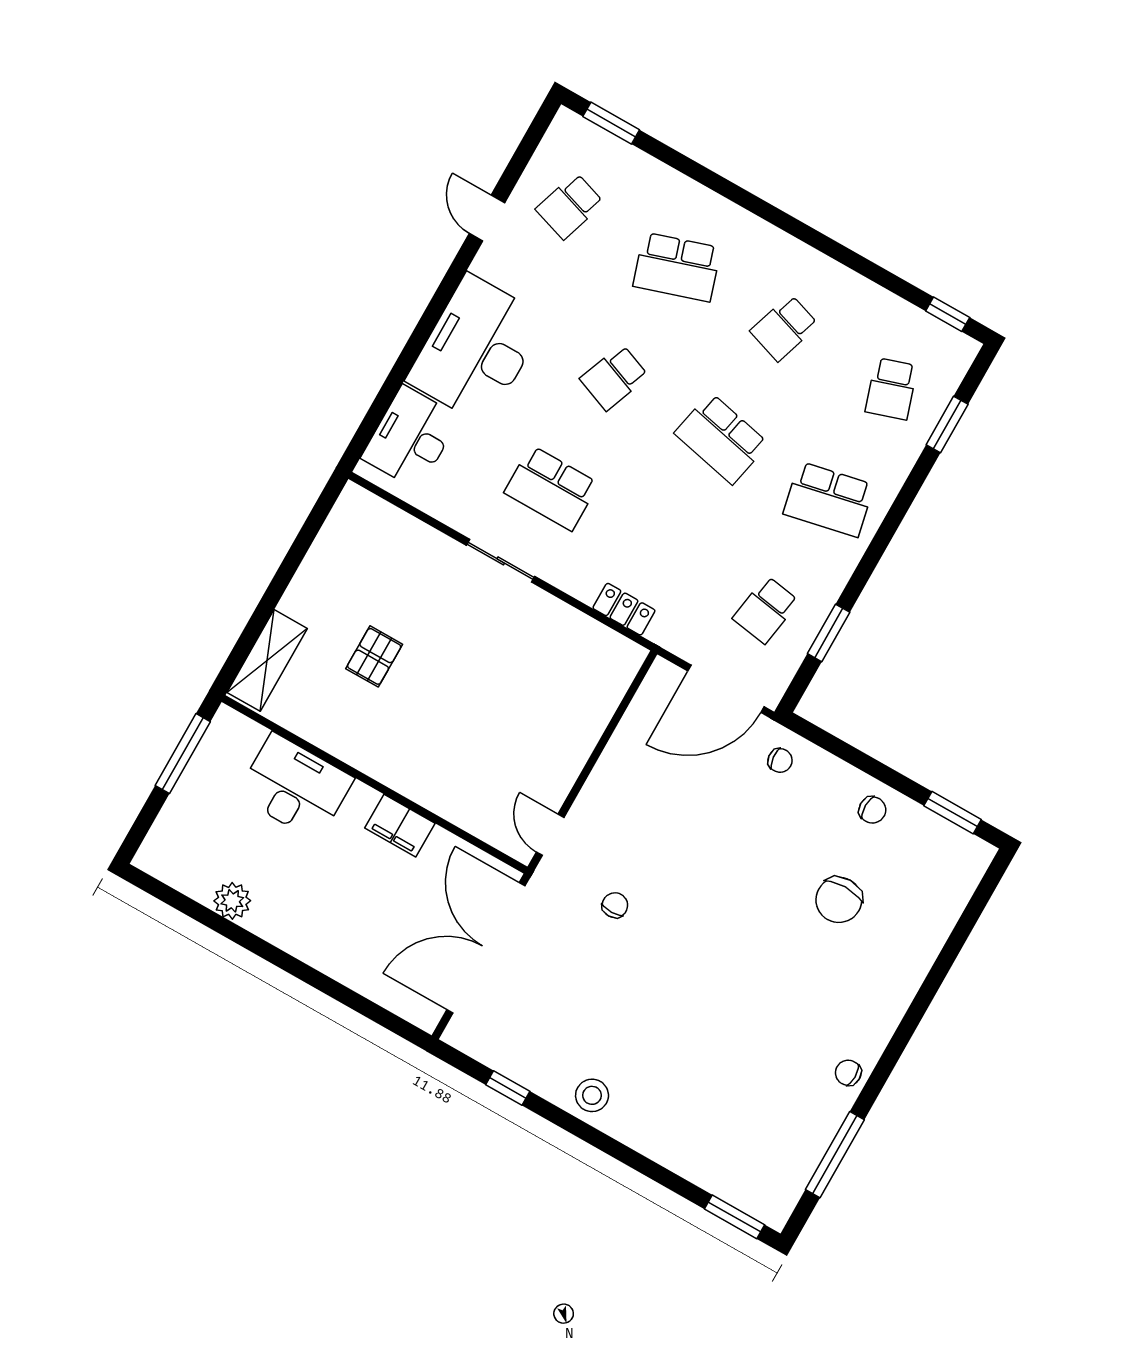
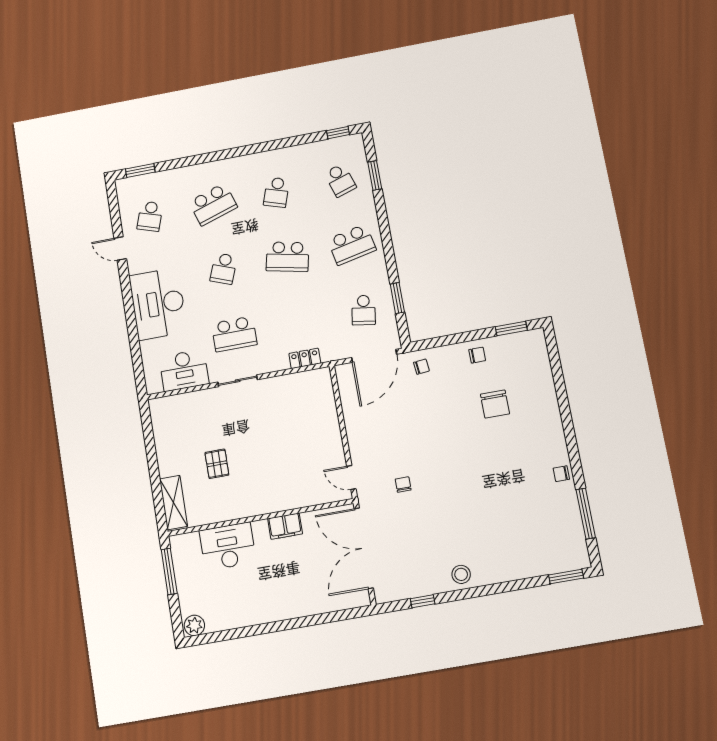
desk: (411, 438) -> (184, 370), moved, turned -90
plant: (232, 901) -> (194, 625), moved

